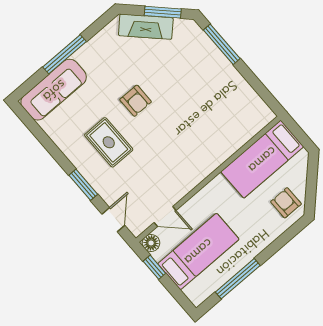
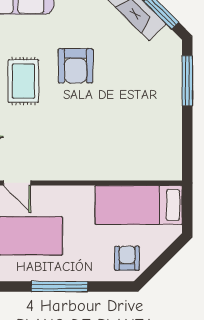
armchair: (136, 101) -> (76, 66), width x1.38, depth x1.38
window: (238, 279) -> (59, 287), moved

